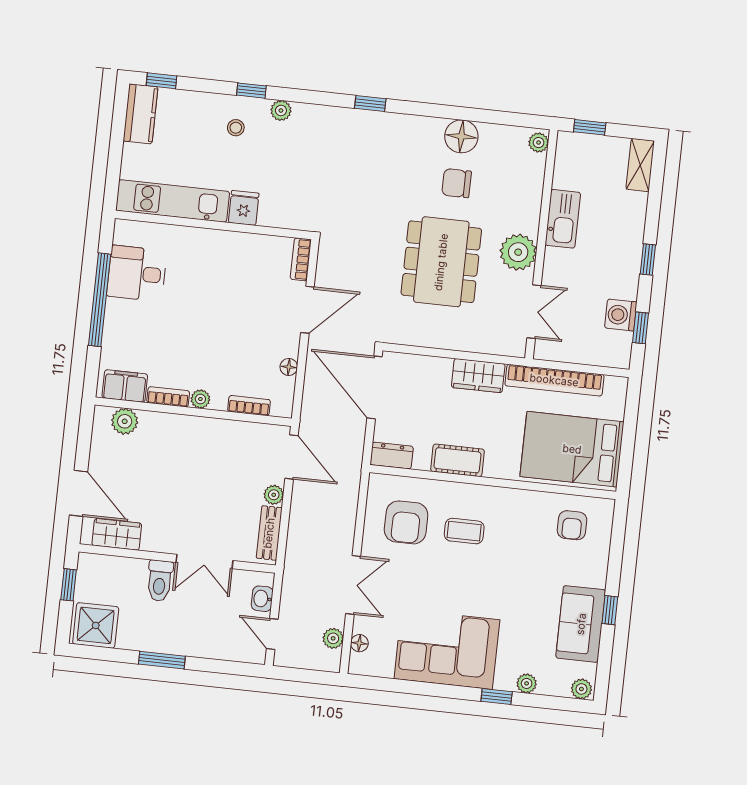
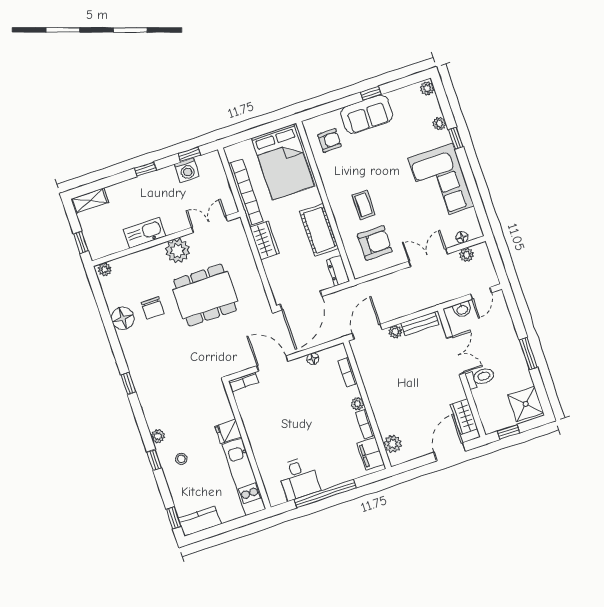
cot: (457, 460) -> (319, 230), width x1.37, depth x1.34
sofa: (581, 624) -> (367, 114), moved

